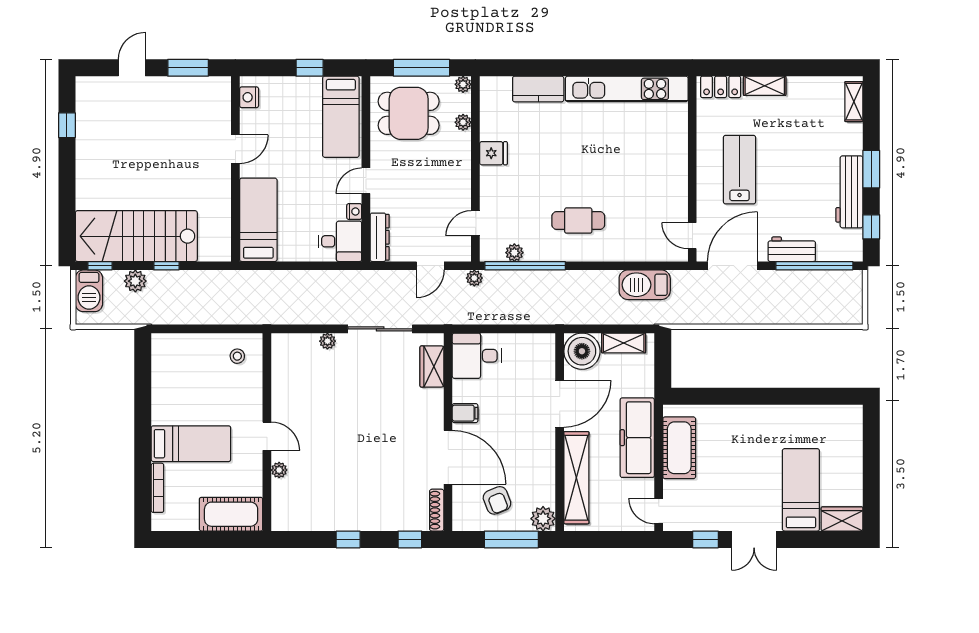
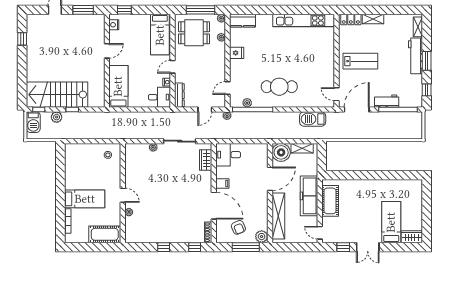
window: (310, 68) -> (124, 10), moved
kitchen counter: (538, 89) -> (243, 21), moved
lab bench: (740, 170) -> (360, 61), turned 90
workbench: (849, 192) -> (416, 56), moved
cafe table: (578, 221) -> (279, 87), width x1.37, depth x1.35

